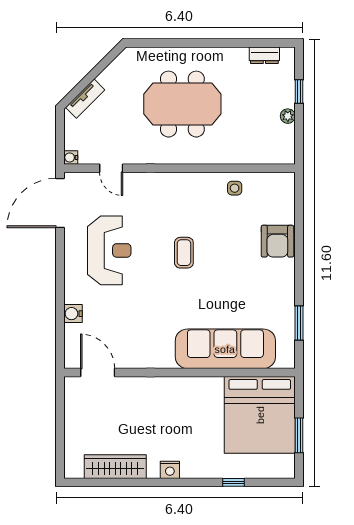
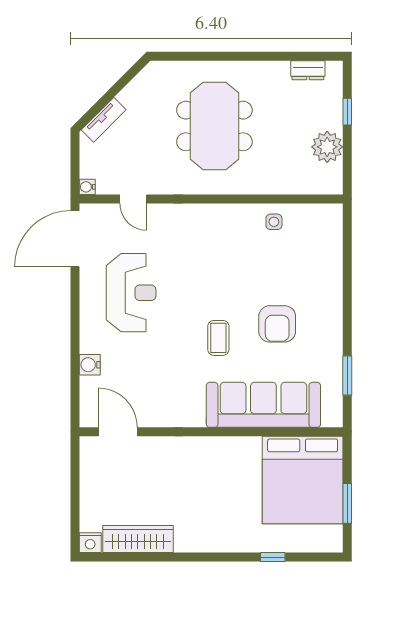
meeting table: (182, 104) -> (214, 126), turned 90
plant: (288, 116) -> (327, 147), width x1.87, depth x1.87
armchair: (277, 241) -> (277, 324), moved
coffee table: (184, 253) -> (218, 338), moved
nightstand: (170, 470) -> (90, 543), moved

